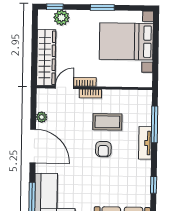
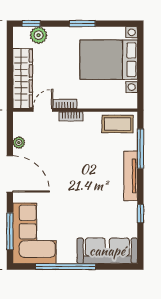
coffee table: (107, 122) -> (118, 124), moved
tv unit: (145, 143) -> (131, 176), width x1.41
armchair: (103, 149) -> (86, 176), removed

